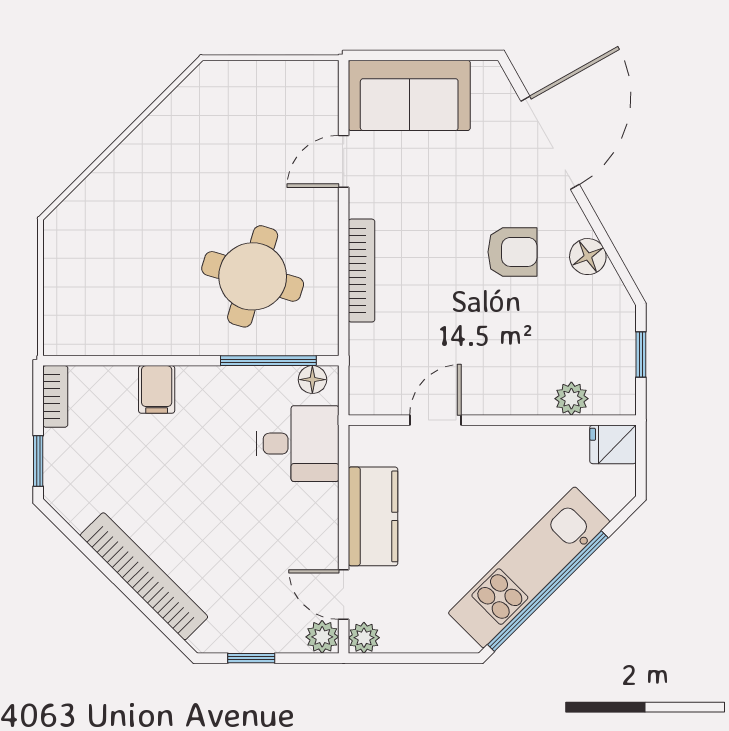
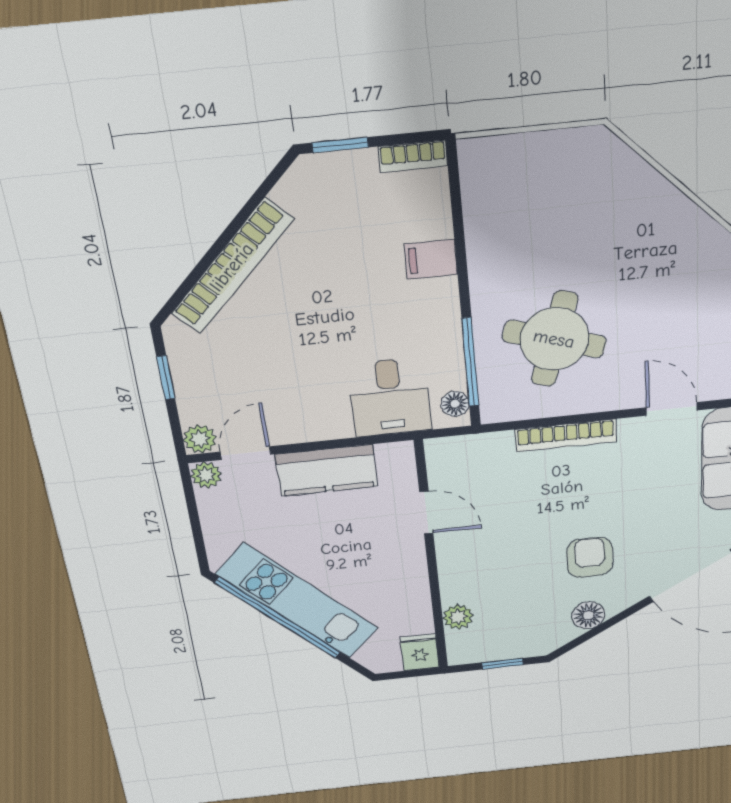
armchair: (512, 252) -> (590, 557), turned 180

